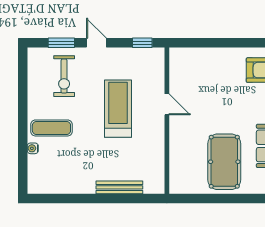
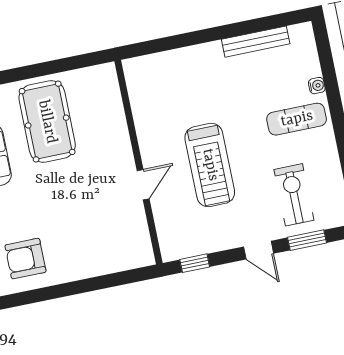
door: (167, 104) -> (143, 185), swing flipped
bench: (119, 187) -> (256, 42), moved

